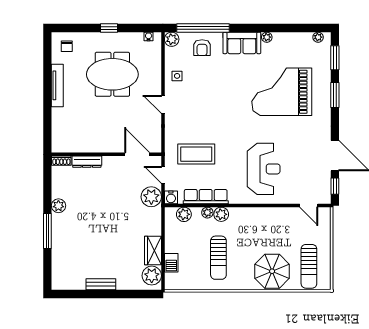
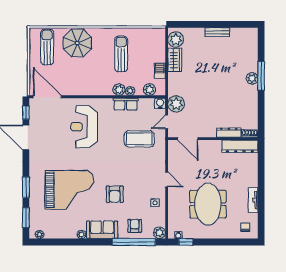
window: (109, 28) -> (186, 242), moved
meeting table: (112, 74) -> (208, 204), turned 90
tv unit: (57, 85) -> (253, 200), width x0.71
armchair: (226, 86) -> (115, 194), added
dresser: (73, 145) -> (240, 146), added
door: (163, 175) -> (167, 122), swing flipped
row of seats: (206, 197) -> (126, 104), width x0.68
door: (309, 205) -> (47, 97), width x1.87
plant: (58, 206) -> (252, 78), moved
barbecue: (171, 263) -> (160, 71), moved

